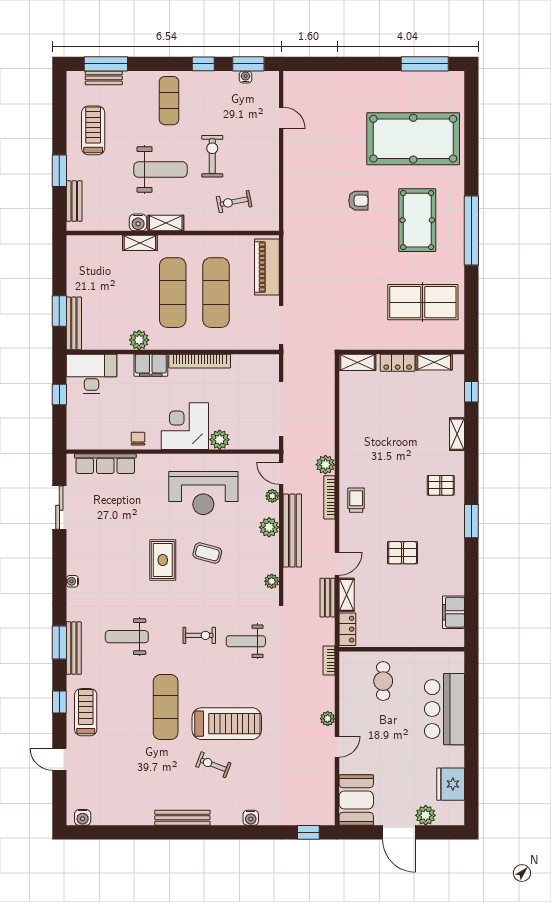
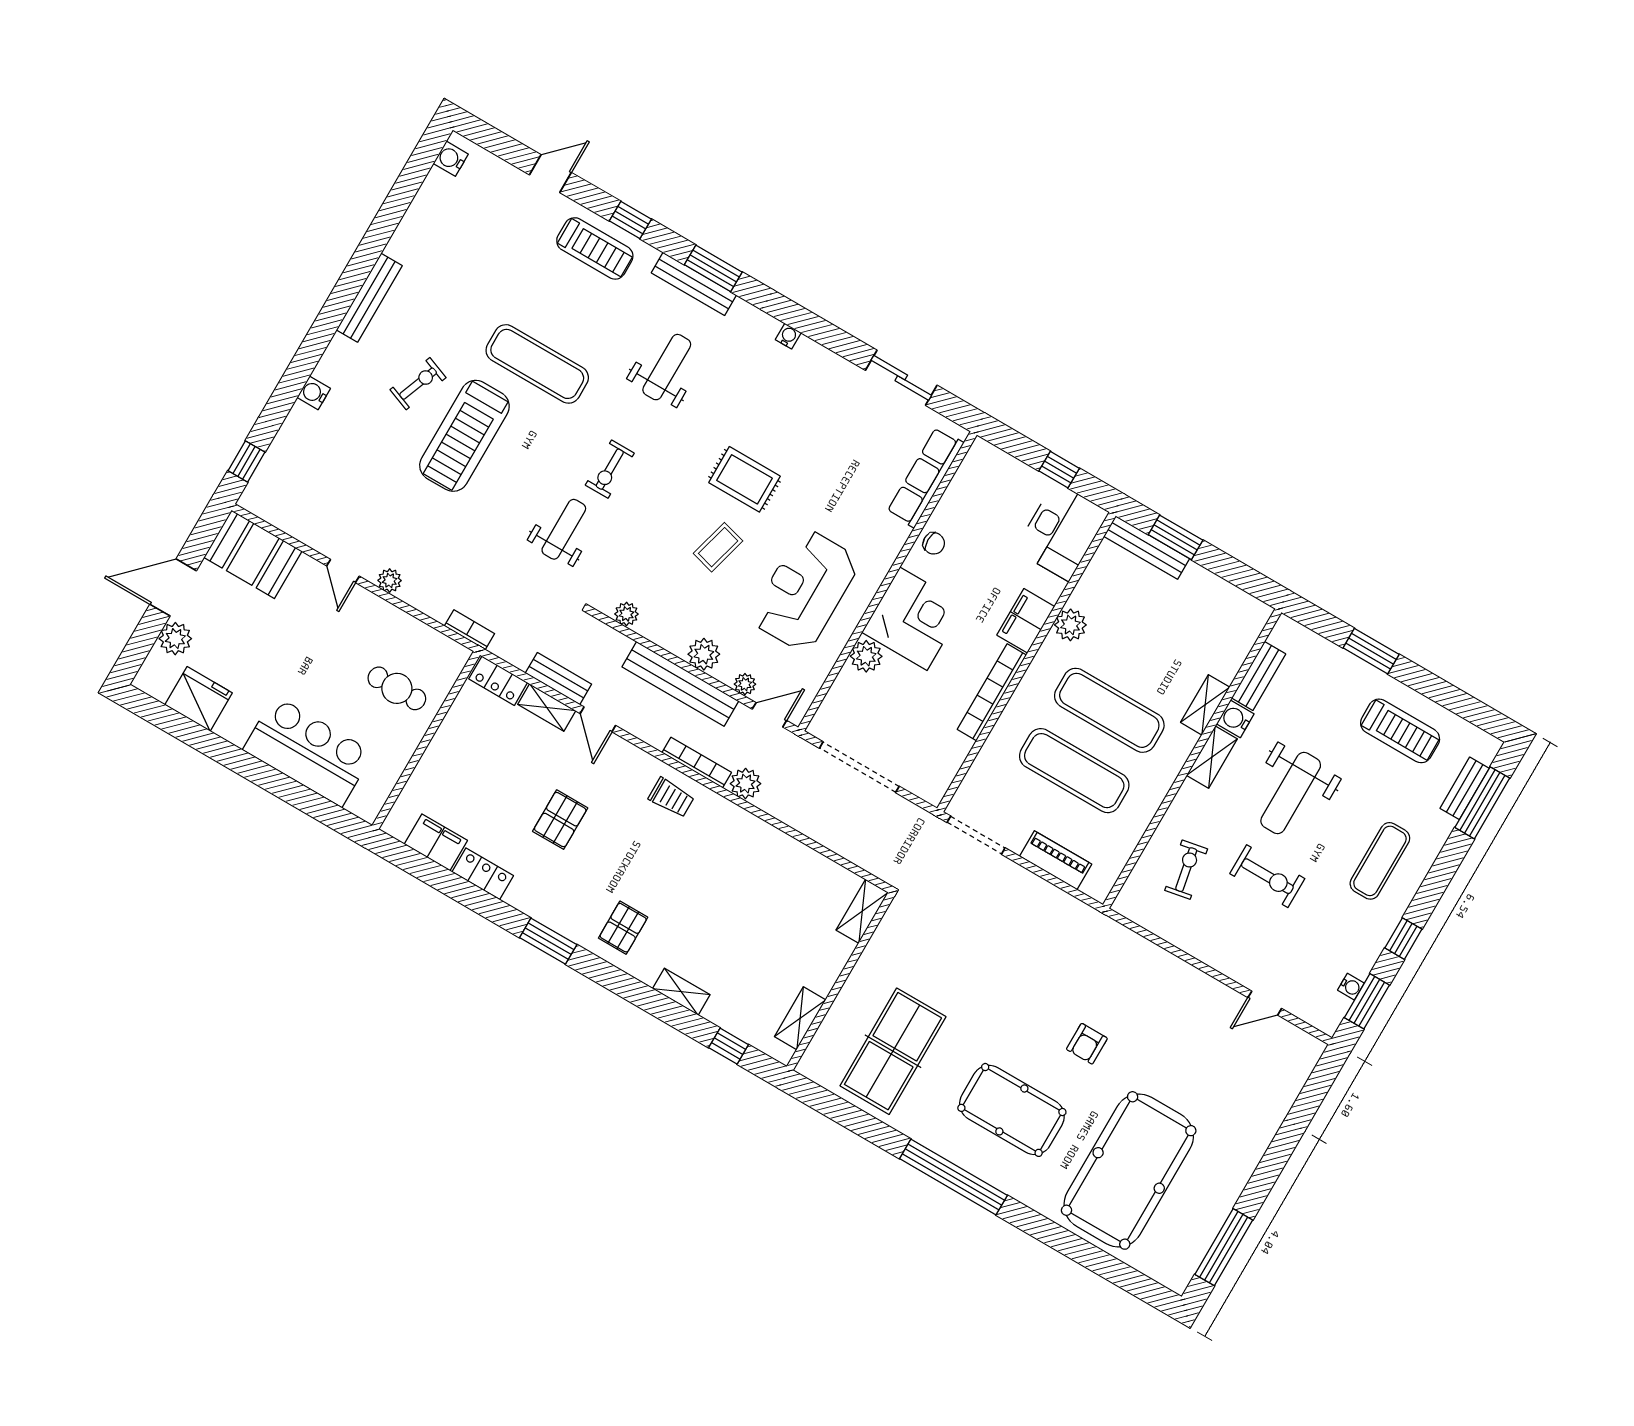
exercise mat: (169, 101) -> (1380, 861), turned 90
bench: (74, 201) -> (1259, 676), moved, turned 90
piano: (267, 267) -> (1056, 860), width x0.73, depth x0.75
locker: (398, 363) -> (483, 874), moved, turned 90

